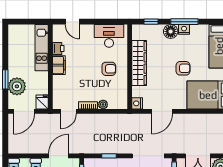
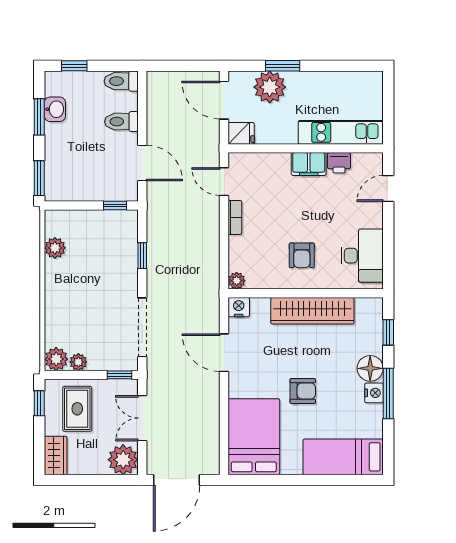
armchair: (183, 68) -> (303, 391), turned -90
plant: (103, 104) -> (237, 281), moved

